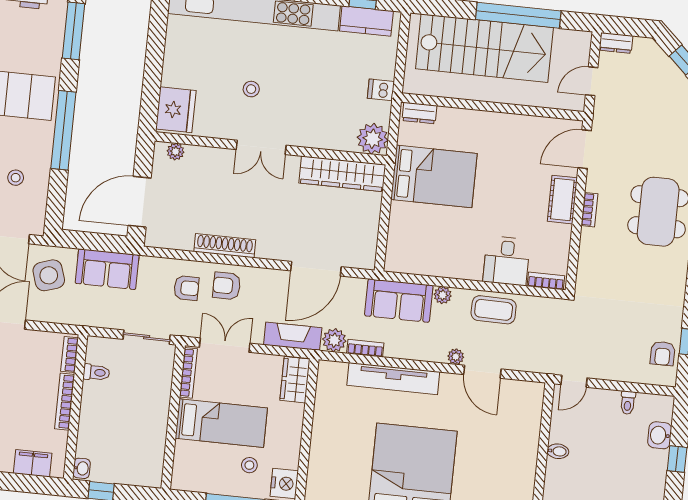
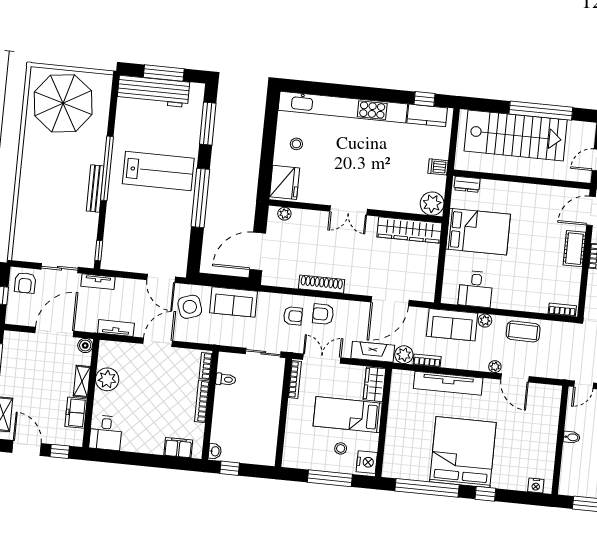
stool: (251, 89) -> (296, 144), moved
stool: (16, 178) -> (165, 234), removed
desk: (506, 261) -> (476, 289), moved
bed: (221, 423) -> (348, 415), moved, turned 180

